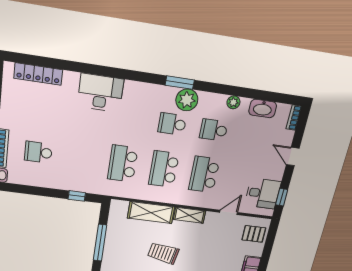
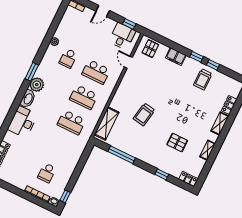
plant: (187, 100) -> (37, 85), moved
washbasin: (263, 109) -> (28, 99), moved
school desk: (172, 124) -> (56, 84), removed
window: (77, 196) -> (65, 196), moved
shelving: (151, 213) -> (107, 124), moved
shelving: (189, 215) -> (122, 89), removed

